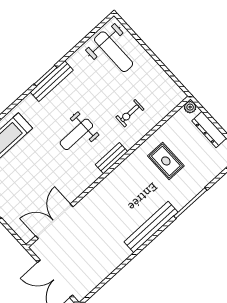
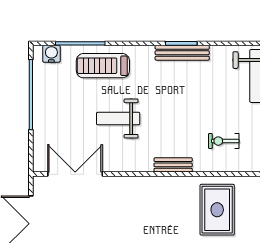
weight bench: (76, 134) -> (118, 119), moved
rug: (166, 161) -> (217, 210), width x1.36, depth x1.43

